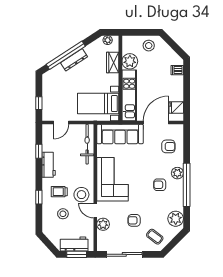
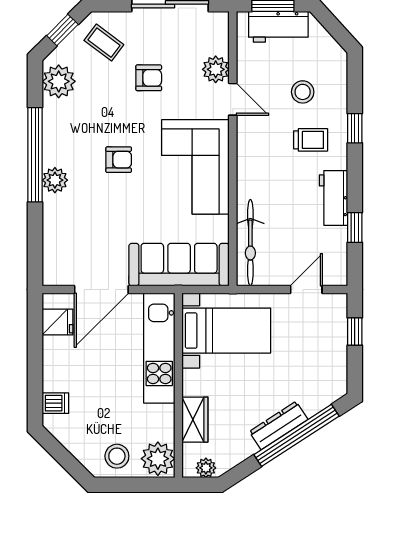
plant: (130, 61) -> (158, 459), moved
armchair: (168, 146) -> (74, 238), removed
armchair: (160, 185) -> (119, 160), moved
stool: (81, 195) -> (263, 134), removed
window: (174, 242) -> (62, 30), added

